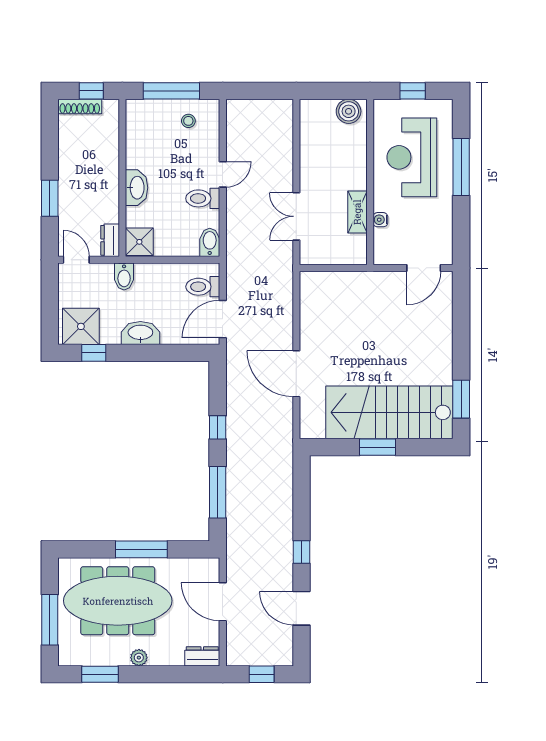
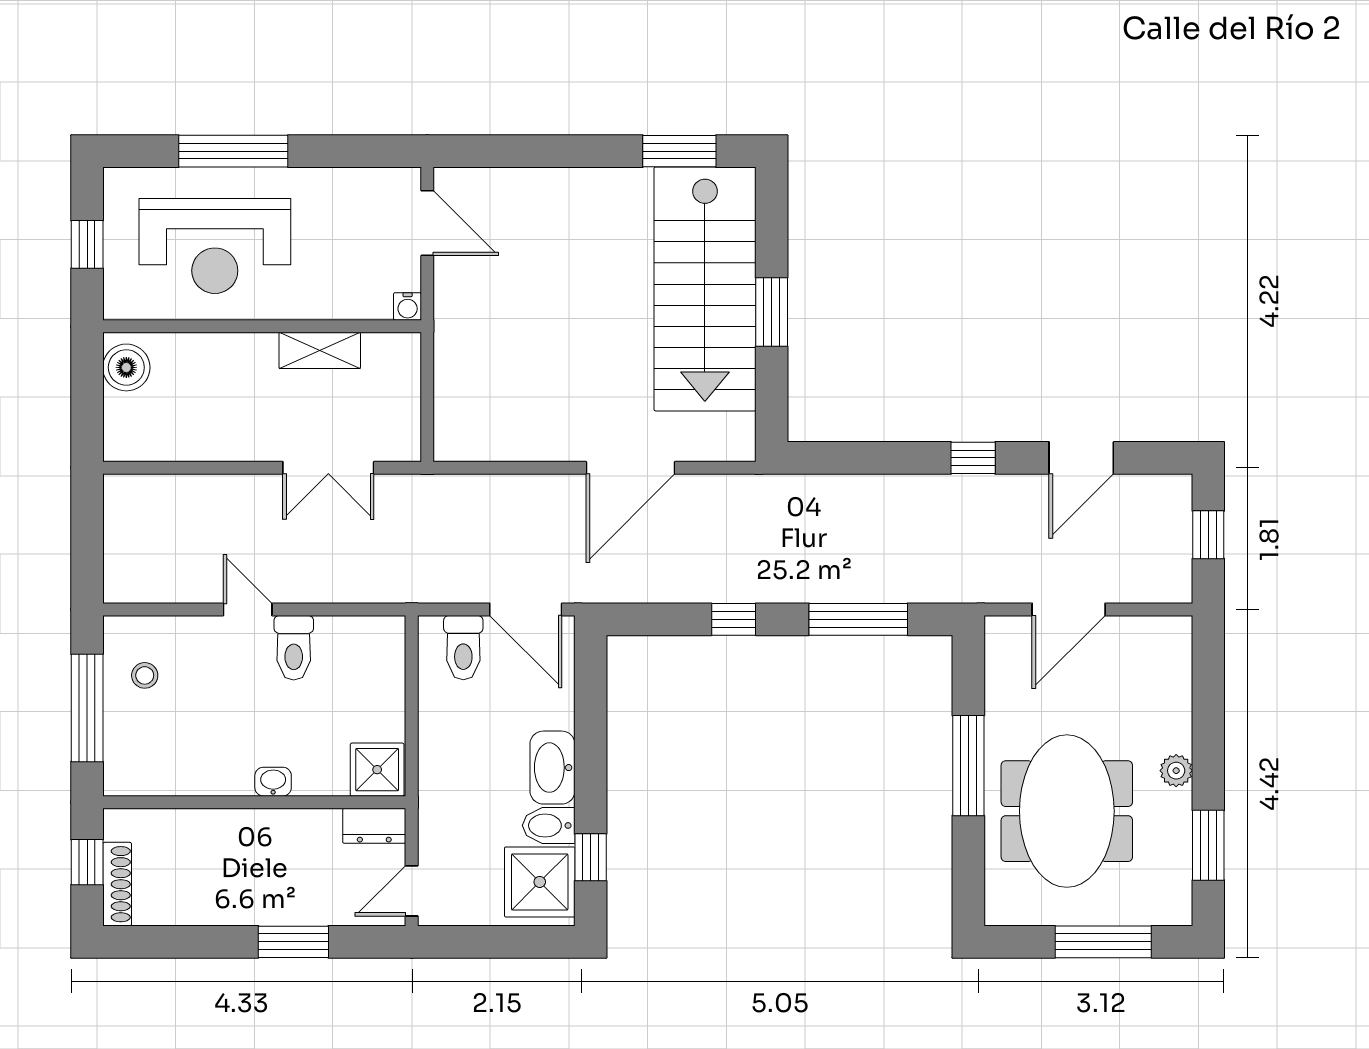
washbasin: (136, 188) -> (273, 782), width x0.52, depth x0.69
water cooler: (380, 220) -> (408, 306), moved
bidet: (210, 242) -> (378, 634), removed
bidet: (124, 276) -> (549, 825), moved, turned 180
meeting table: (118, 601) -> (1067, 811), width x0.73
dresser: (202, 656) -> (1174, 649), removed

